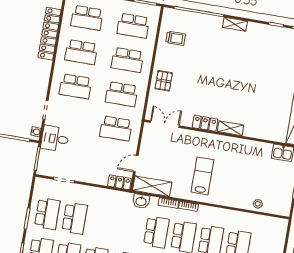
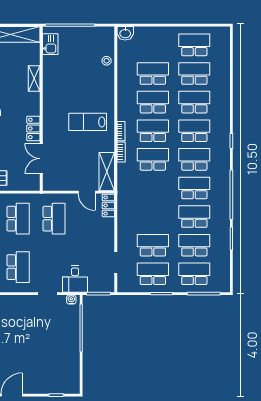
double door: (165, 124) -> (41, 159), moved
shelving: (231, 128) -> (34, 78), moved
washbasin: (141, 201) -> (125, 33), moved, turned 90

